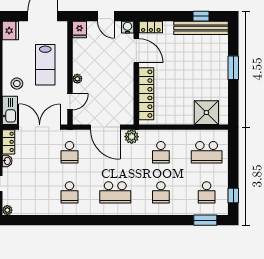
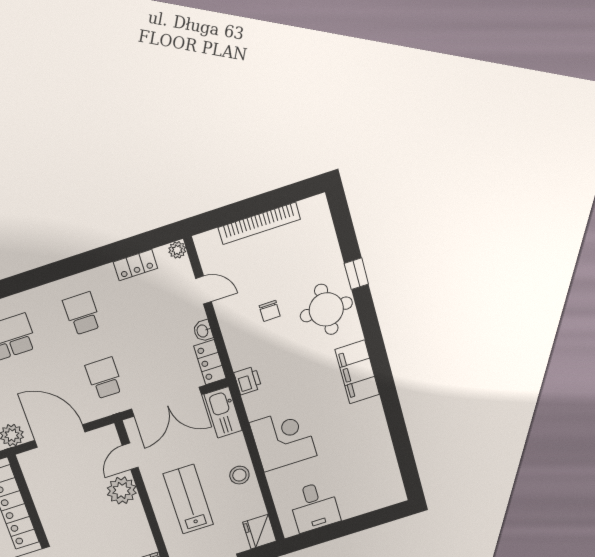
plant: (77, 79) -> (122, 491), width x1.88, depth x1.88
stool: (17, 84) -> (239, 475), moved
locker: (32, 209) -> (135, 265), added

